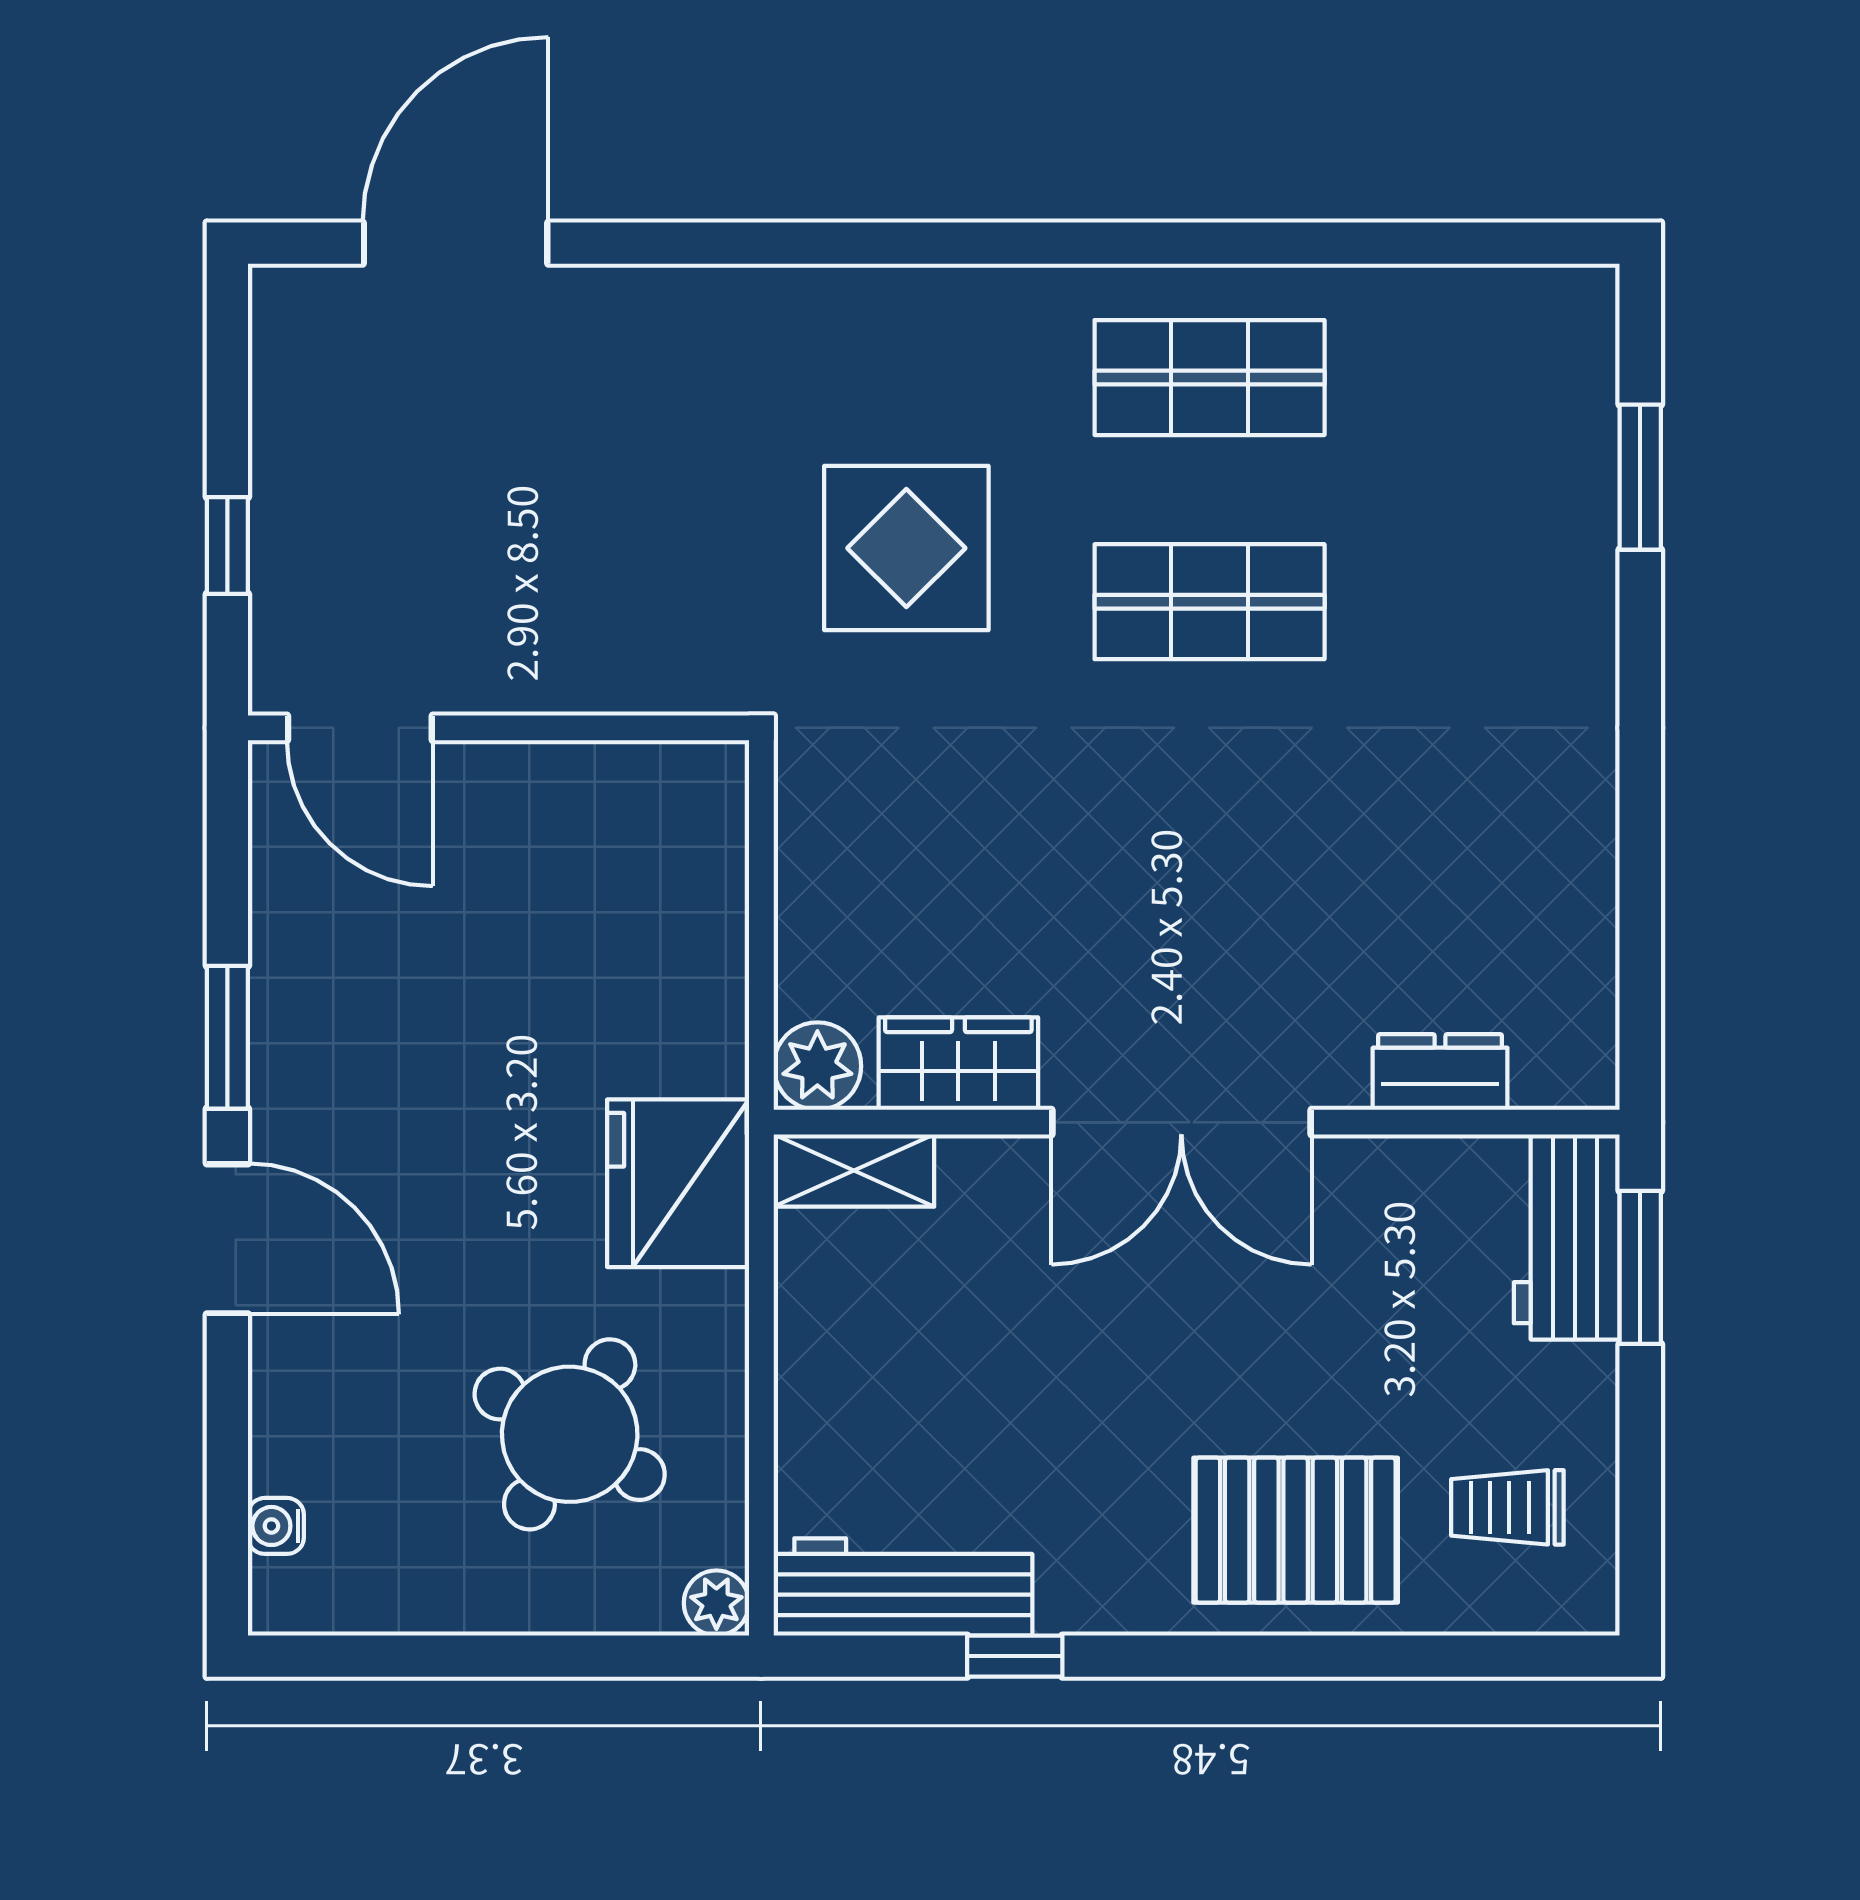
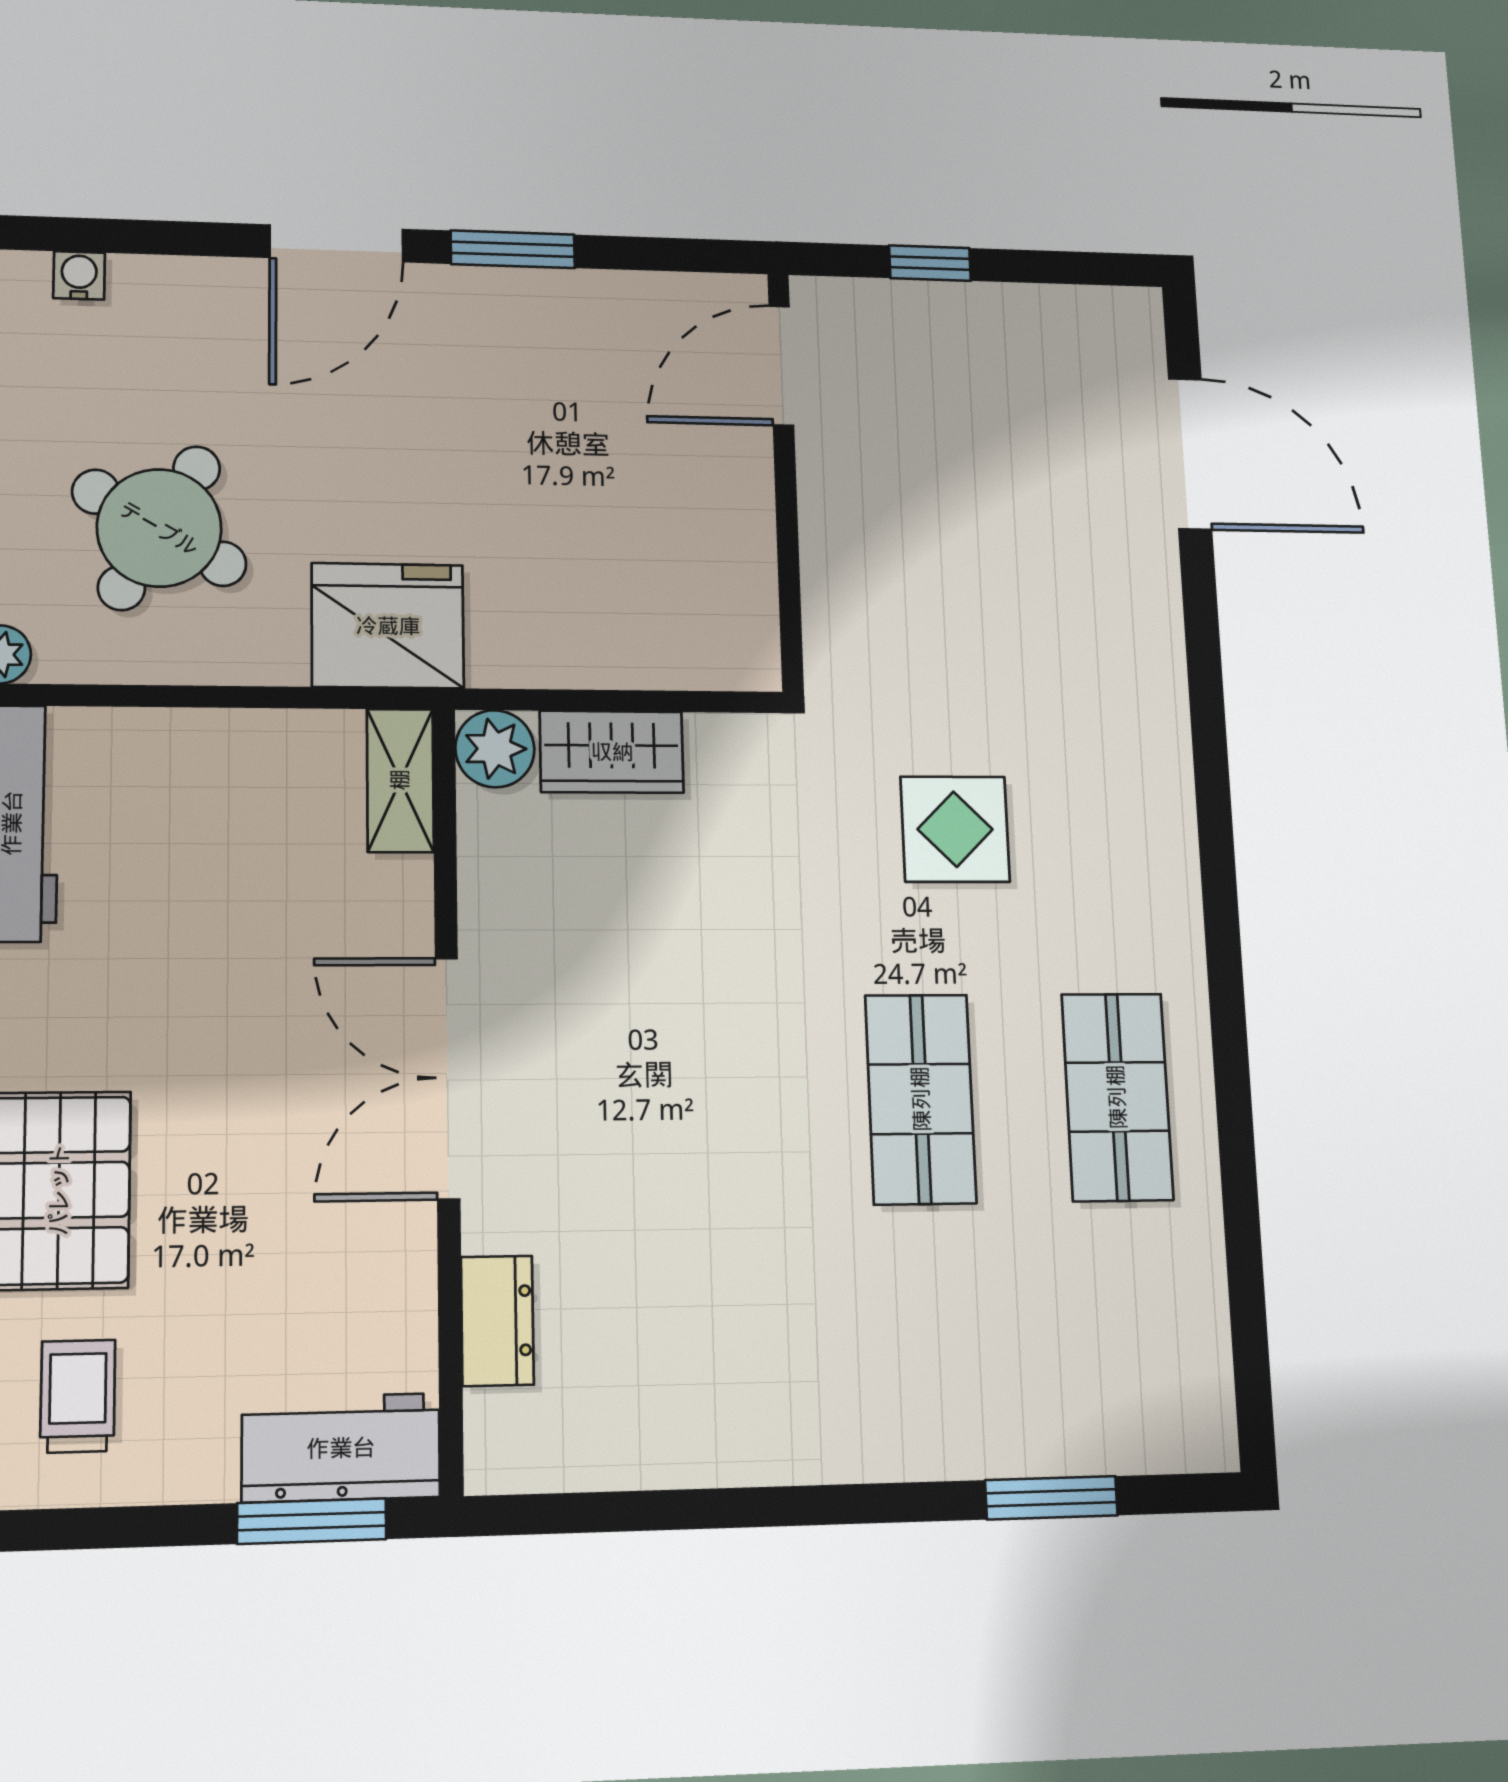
display table: (906, 548) -> (955, 829), width x0.73, depth x0.73
wardrobe: (958, 1064) -> (612, 752), moved, turned 90

